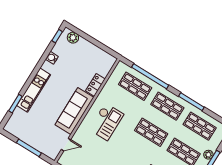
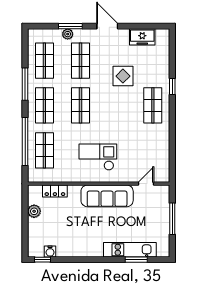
plant: (73, 38) -> (34, 211), moved
water cooler: (52, 58) -> (50, 251), moved
locker: (95, 85) -> (55, 191), moved
kitchen unit: (34, 90) -> (130, 250), moved
door: (66, 145) -> (146, 184), hinge flipped

